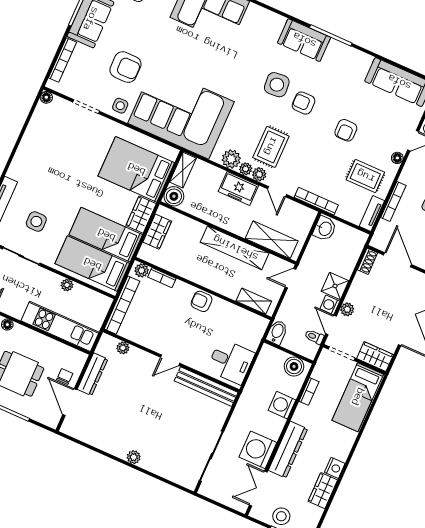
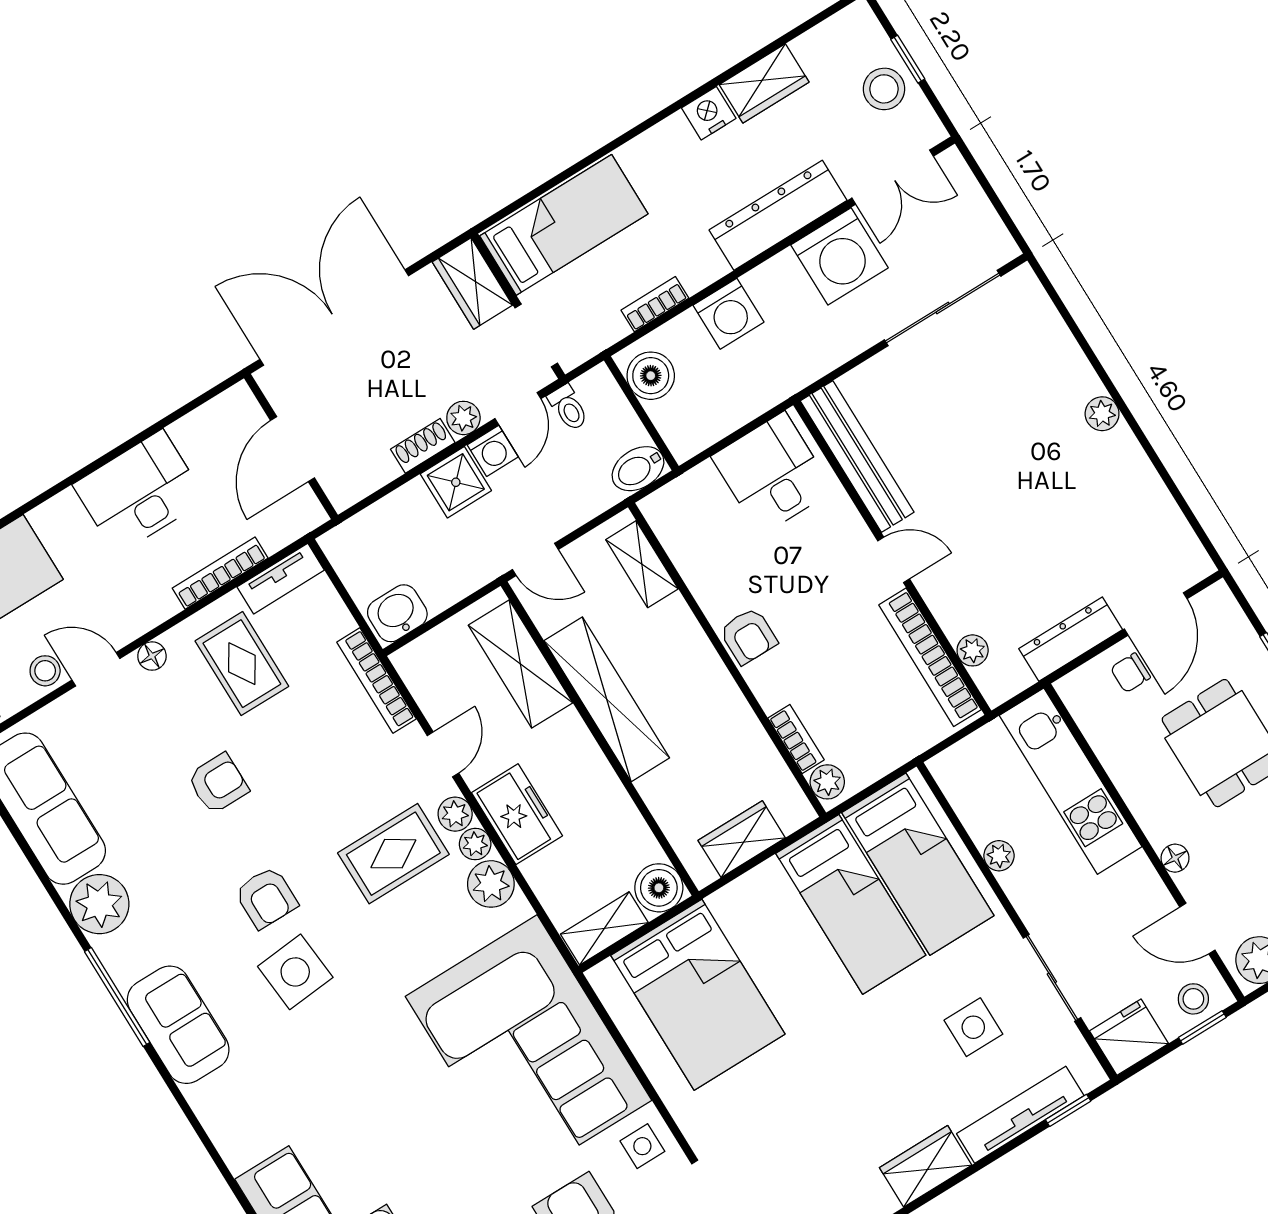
plant: (358, 63) -> (99, 904), added
wardrobe: (141, 215) -> (926, 1166), moved, turned 180
shoe rack: (368, 261) -> (423, 446), moved
bookcase: (122, 305) -> (930, 657), moved, turned -90

